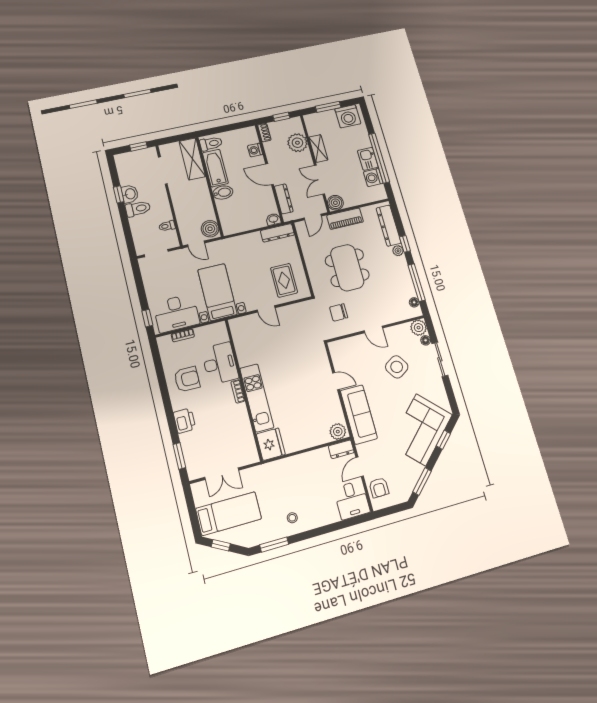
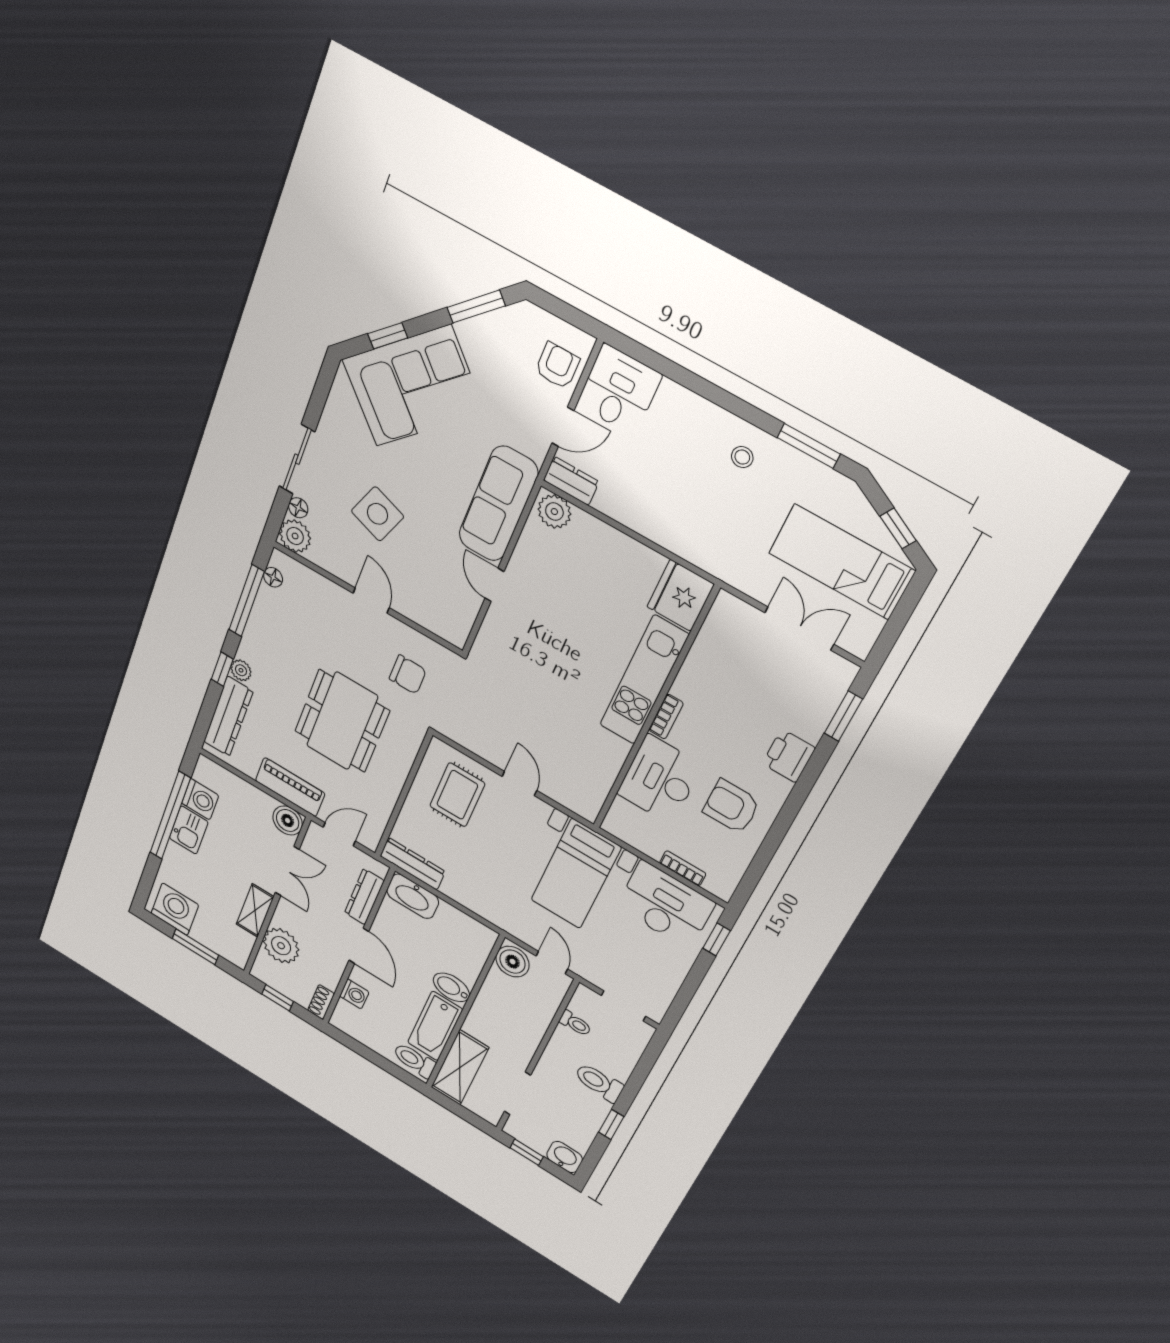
washbasin: (130, 194) -> (565, 1157), moved, turned 90
washbasin: (273, 219) -> (413, 896), width x1.91, depth x1.45
side table: (397, 367) -> (377, 514), turned -37

